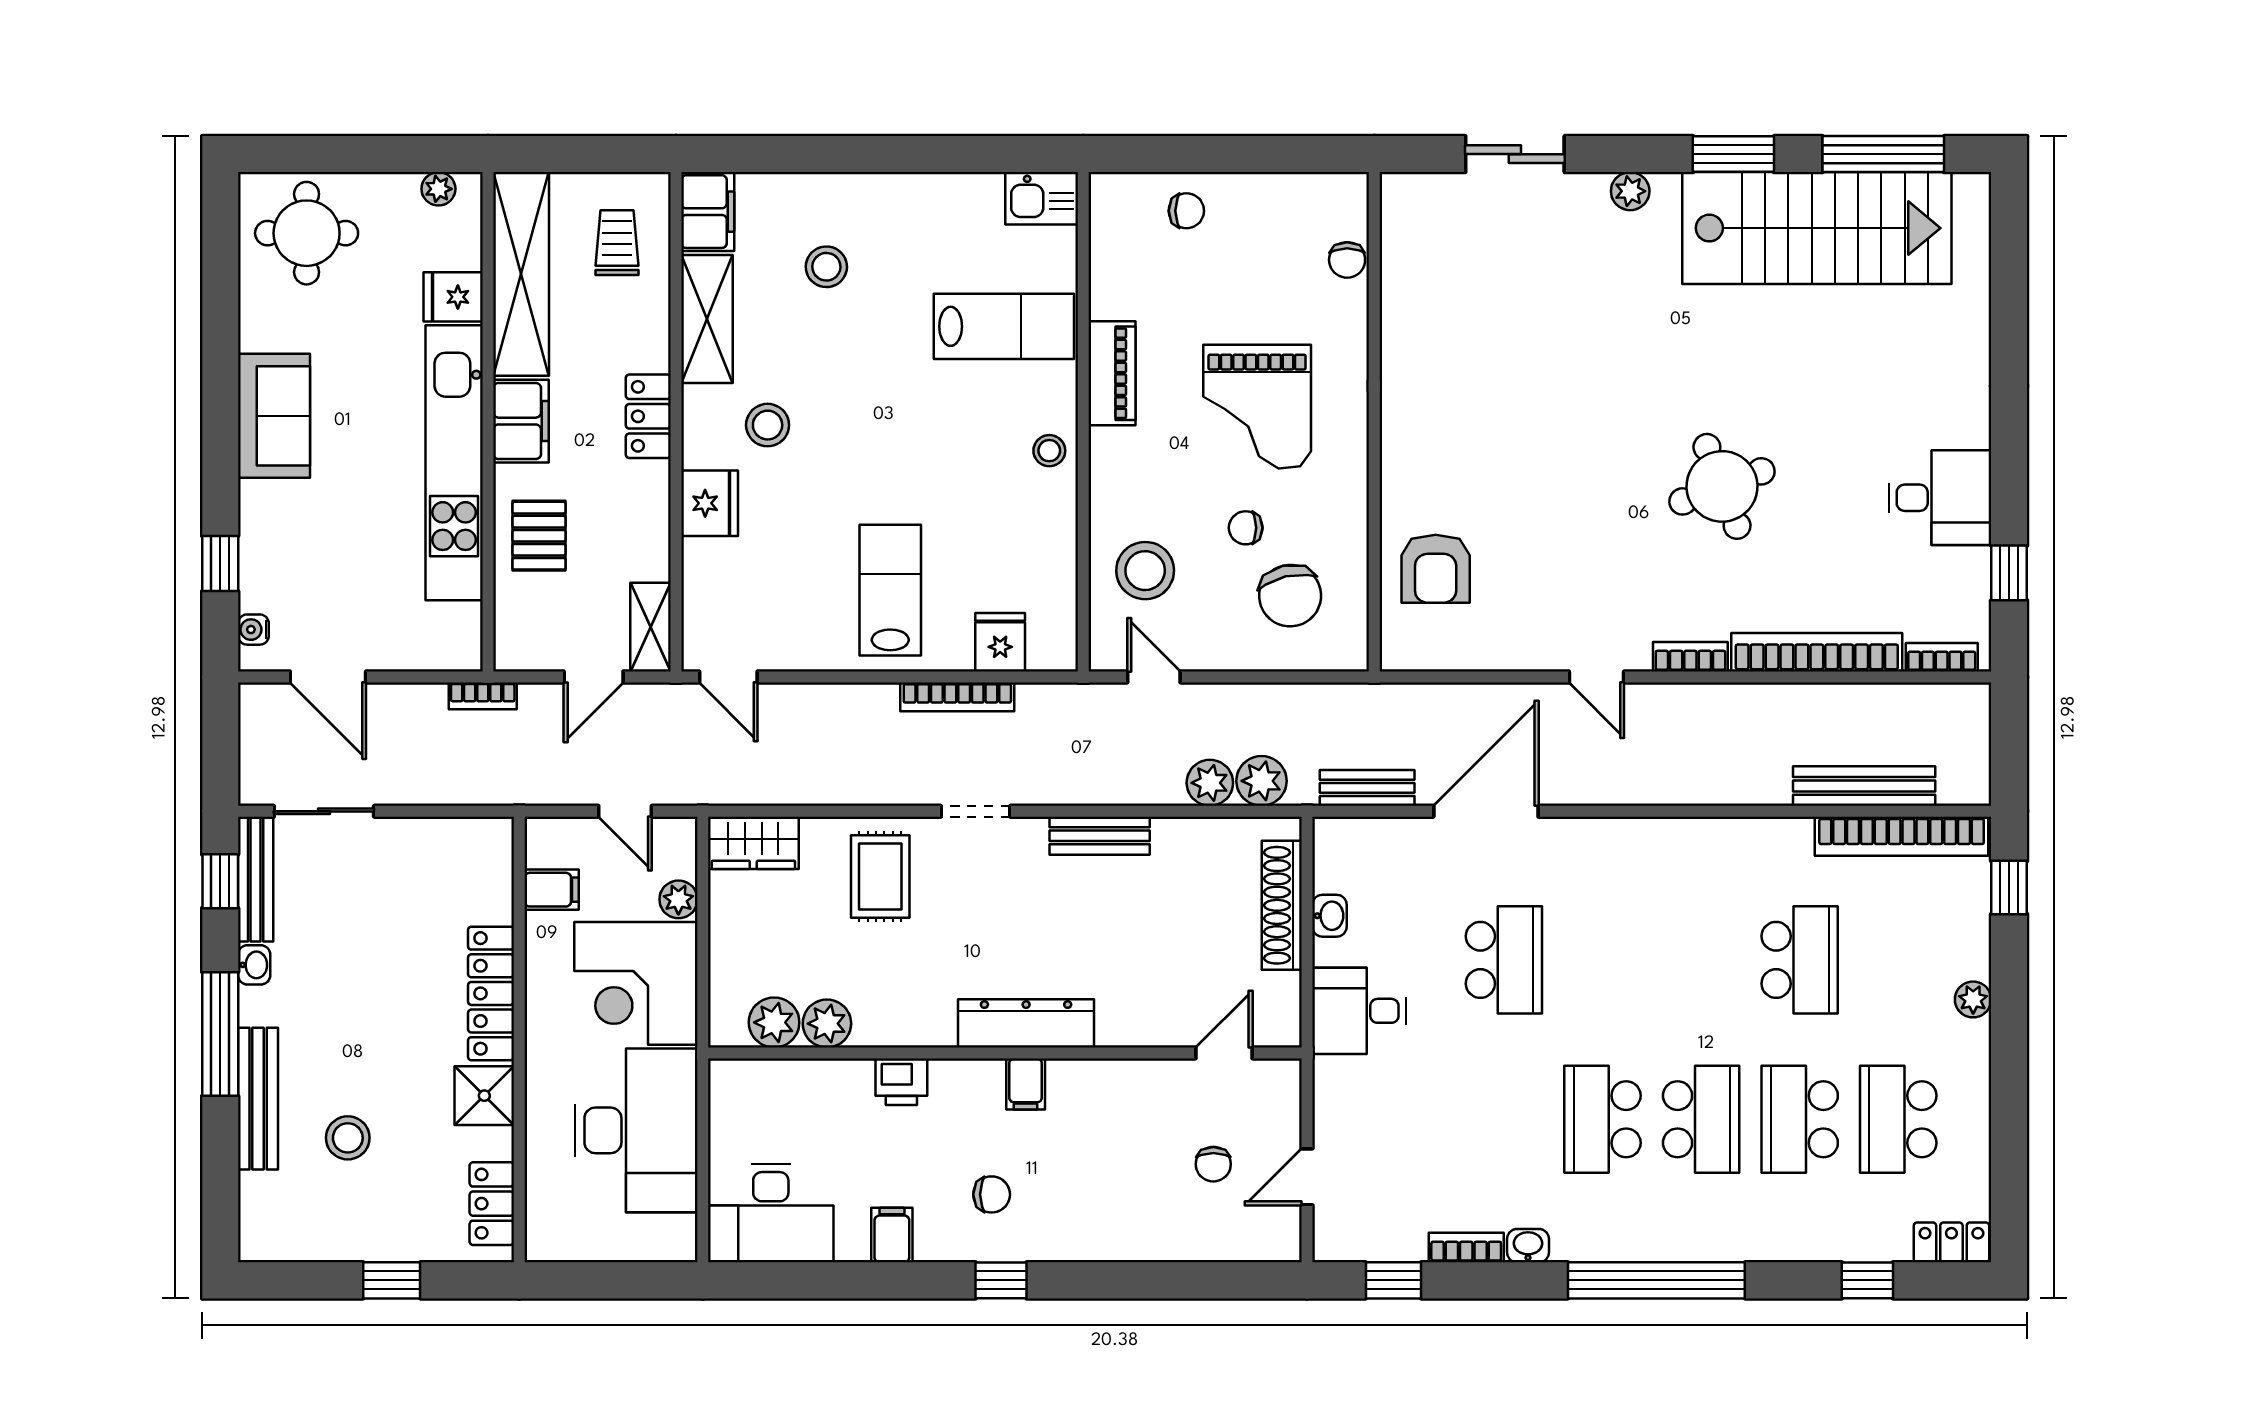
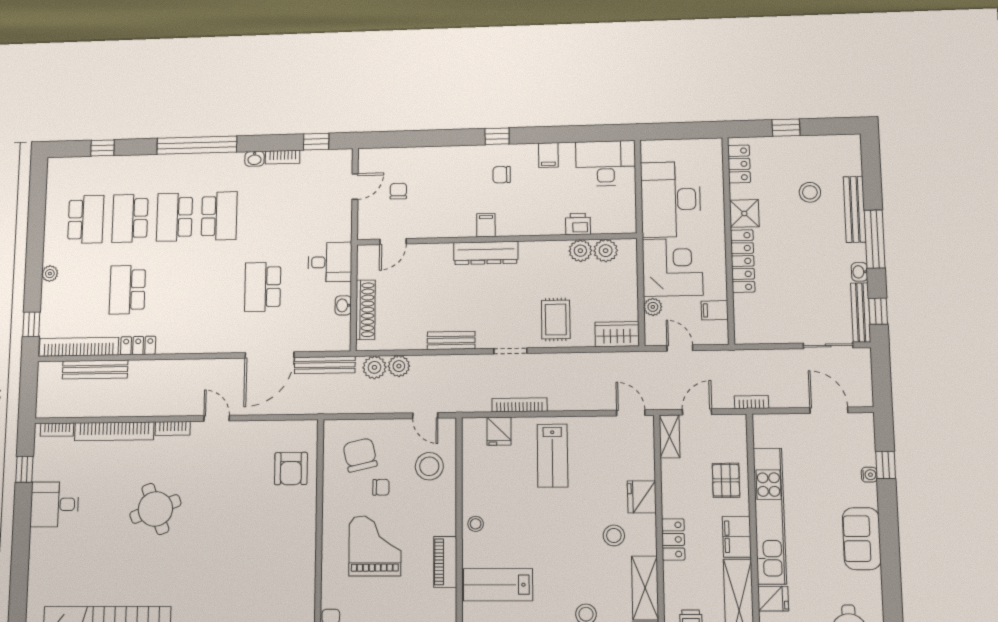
armchair: (1436, 569) -> (291, 469), turned 180
water cooler: (253, 630) -> (869, 475), moved
bench: (1367, 788) -> (325, 365), width x1.36
printer: (901, 1082) -> (578, 224), moved
school desk: (1800, 1119) -> (130, 218), turned 180
locker: (1951, 1242) -> (138, 346), moved, turned 180

